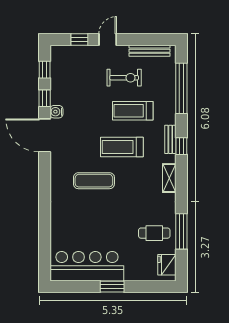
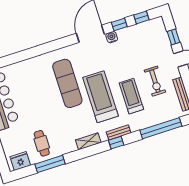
treadmill: (122, 147) -> (101, 97), width x1.37, depth x1.38
exercise mat: (94, 181) -> (67, 83), width x1.36, depth x1.45

